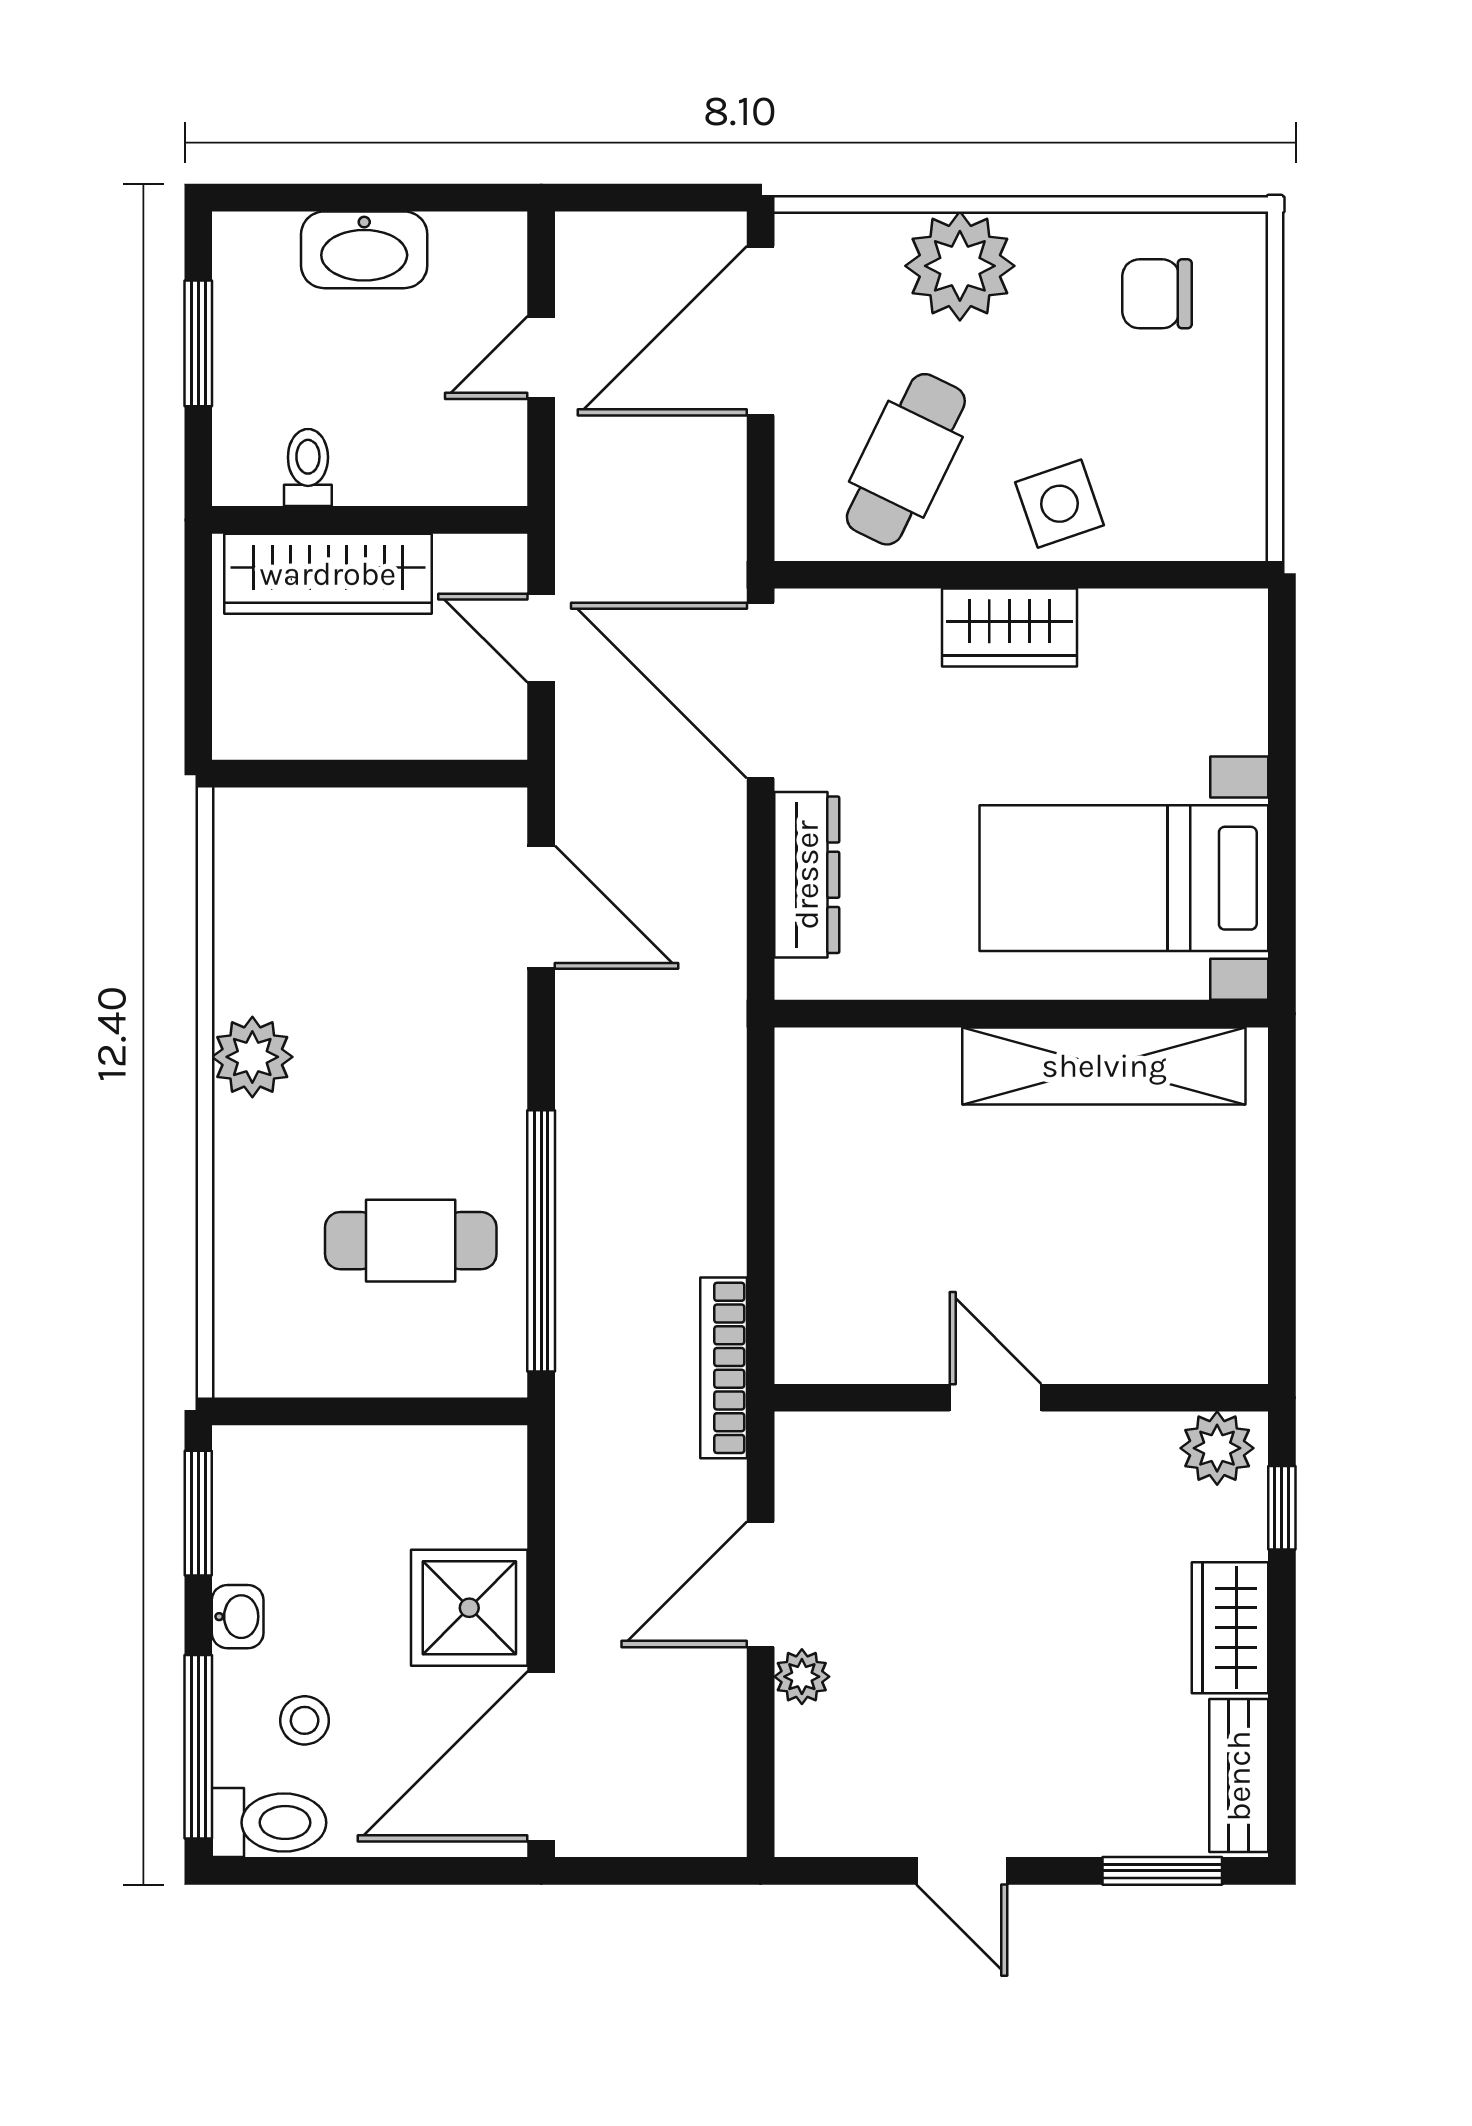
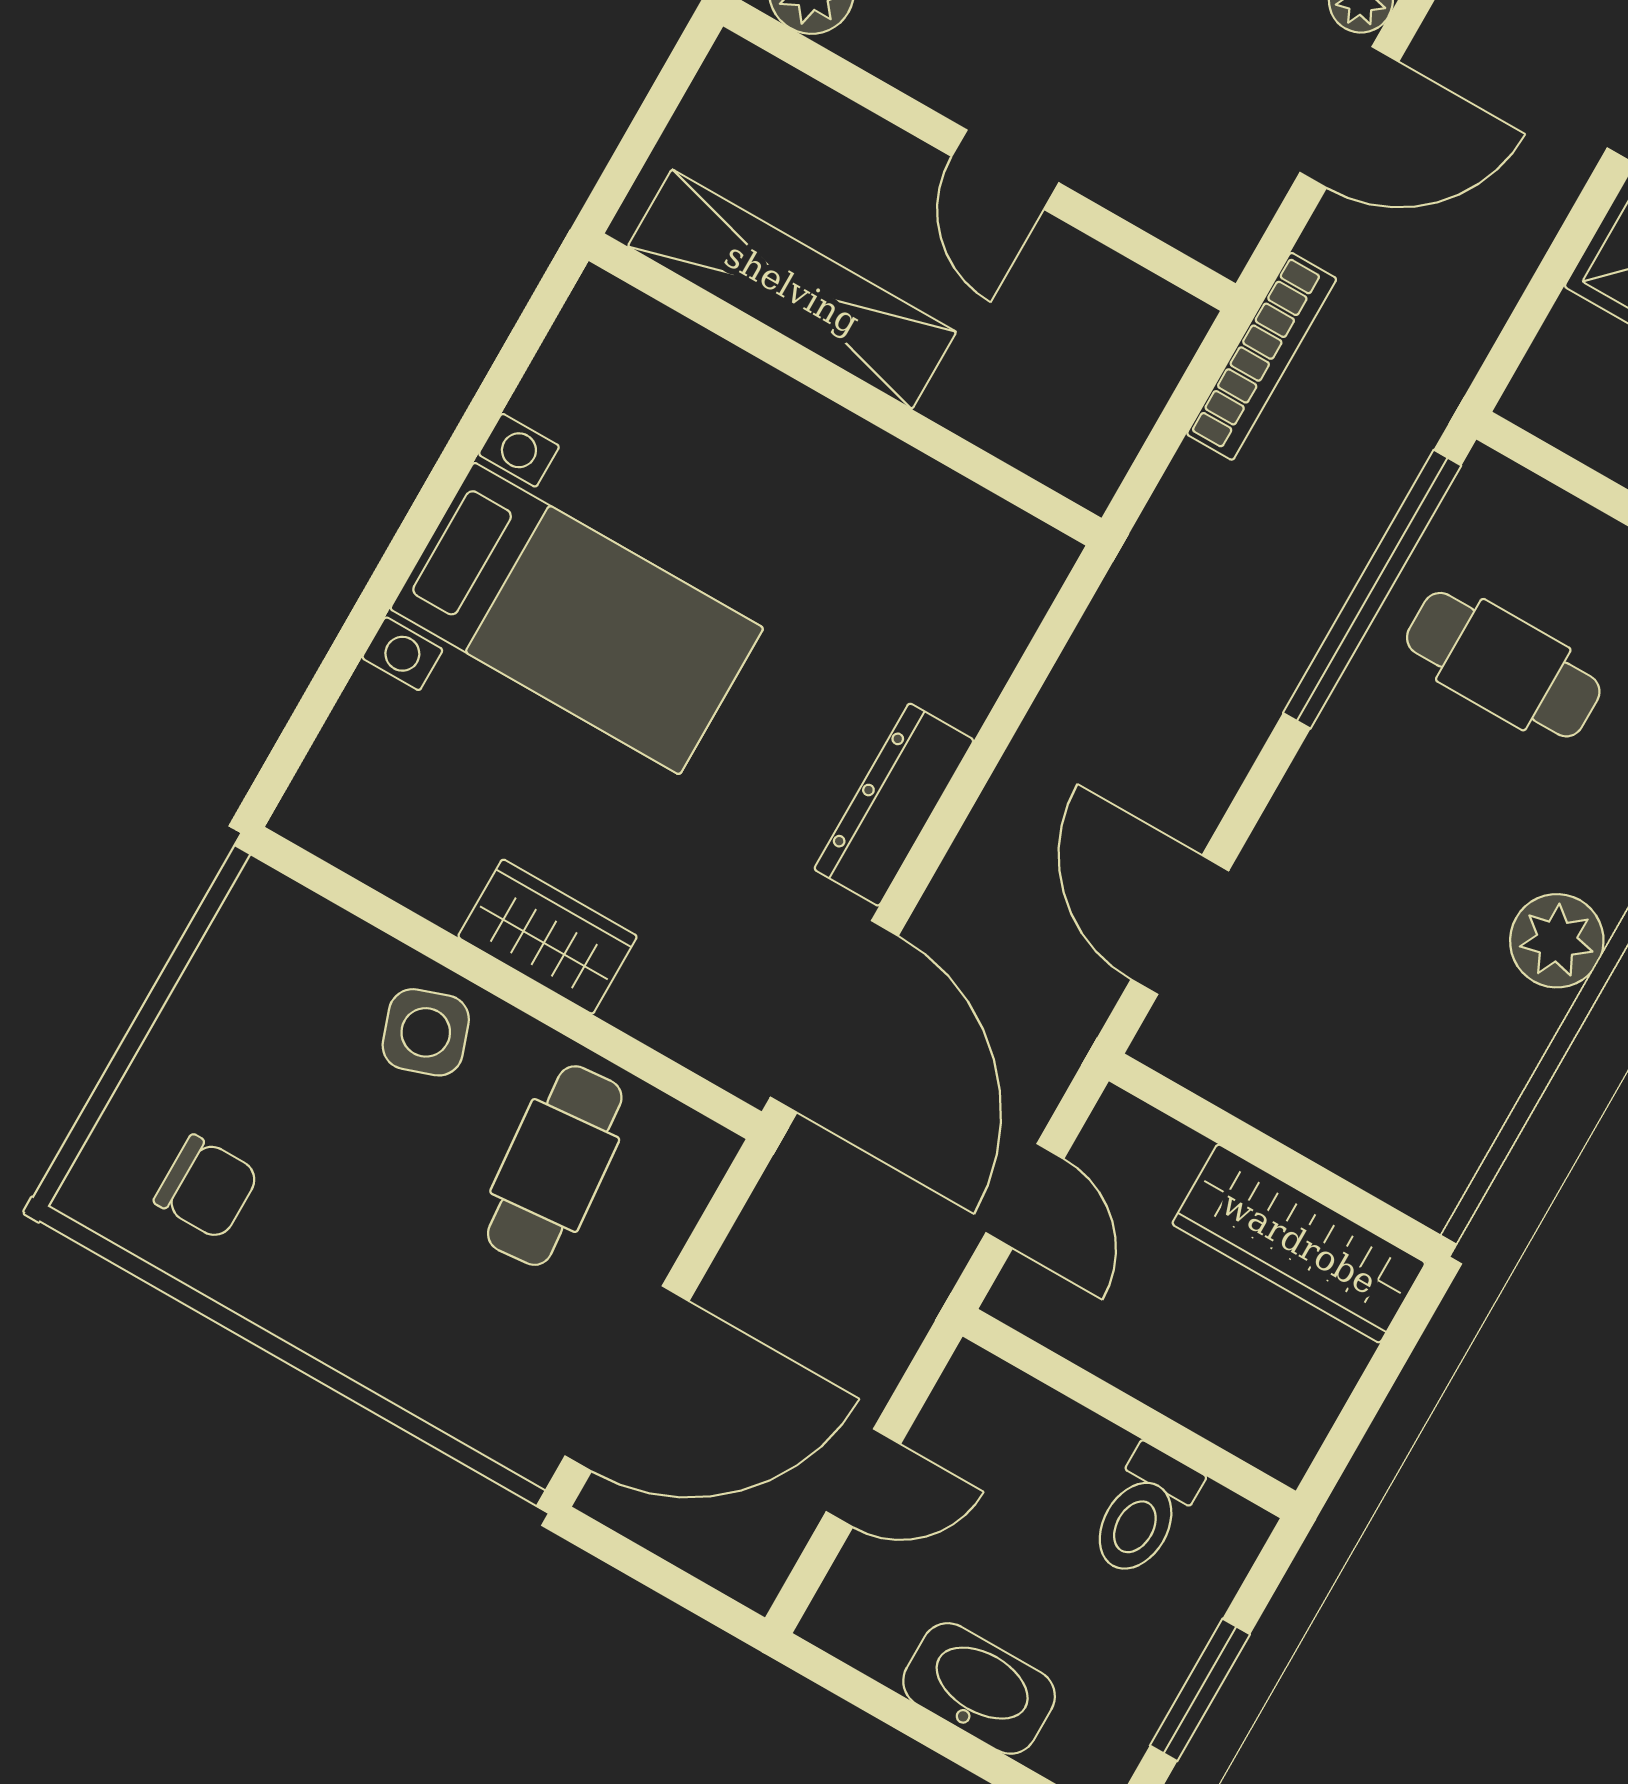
plant: (960, 266) -> (389, 1329), removed
cafe table: (906, 459) -> (555, 1166), turned -31
toilet: (308, 468) -> (1144, 1512), width x1.37, depth x1.39
wardrobe: (328, 574) -> (1299, 1243), moved, turned 180
wall: (1021, 1014) -> (845, 389), moved
shelving: (1104, 1066) -> (792, 289), moved

